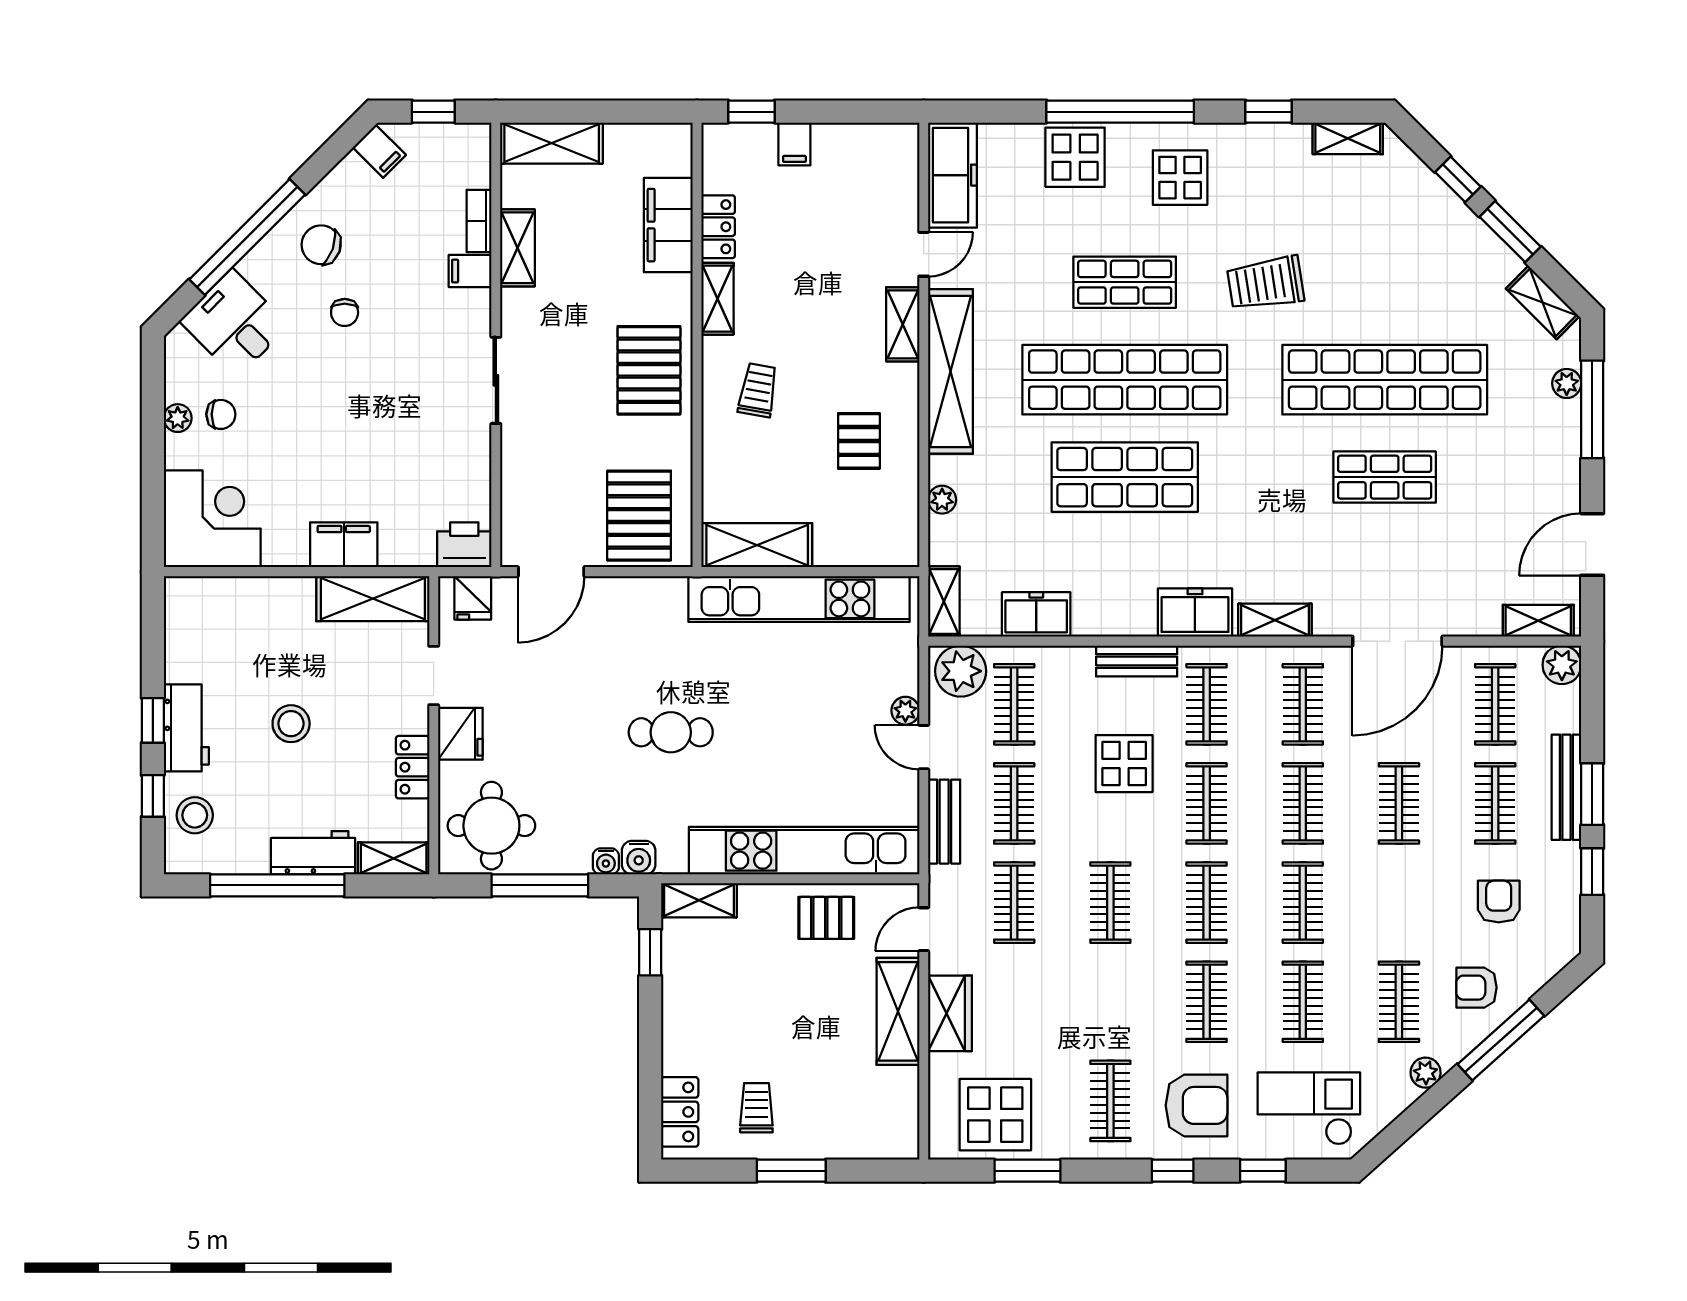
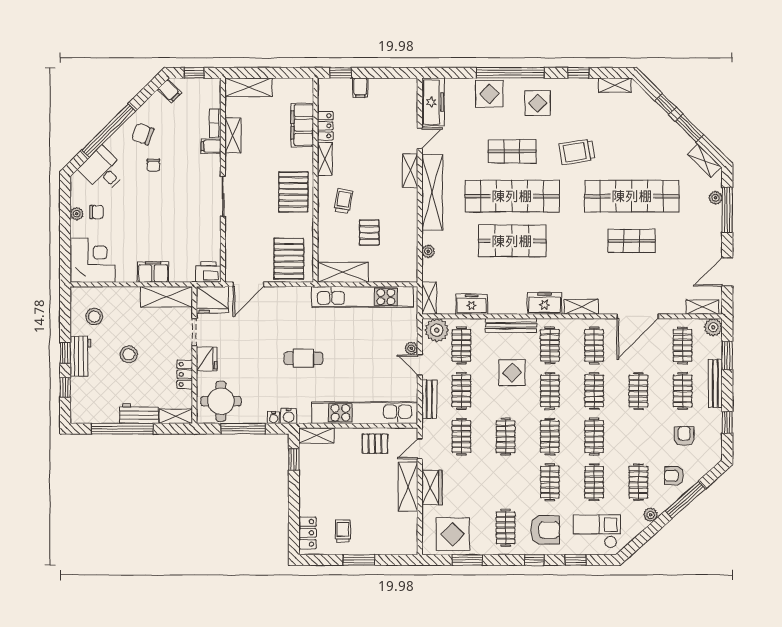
pallet: (859, 441) -> (369, 232), moved
fridge: (473, 598) -> (212, 300), width x1.88, depth x1.34
bench: (1137, 661) -> (511, 325), width x1.36
window: (1592, 794) -> (727, 355), moved
stool: (195, 815) -> (94, 317), moved

